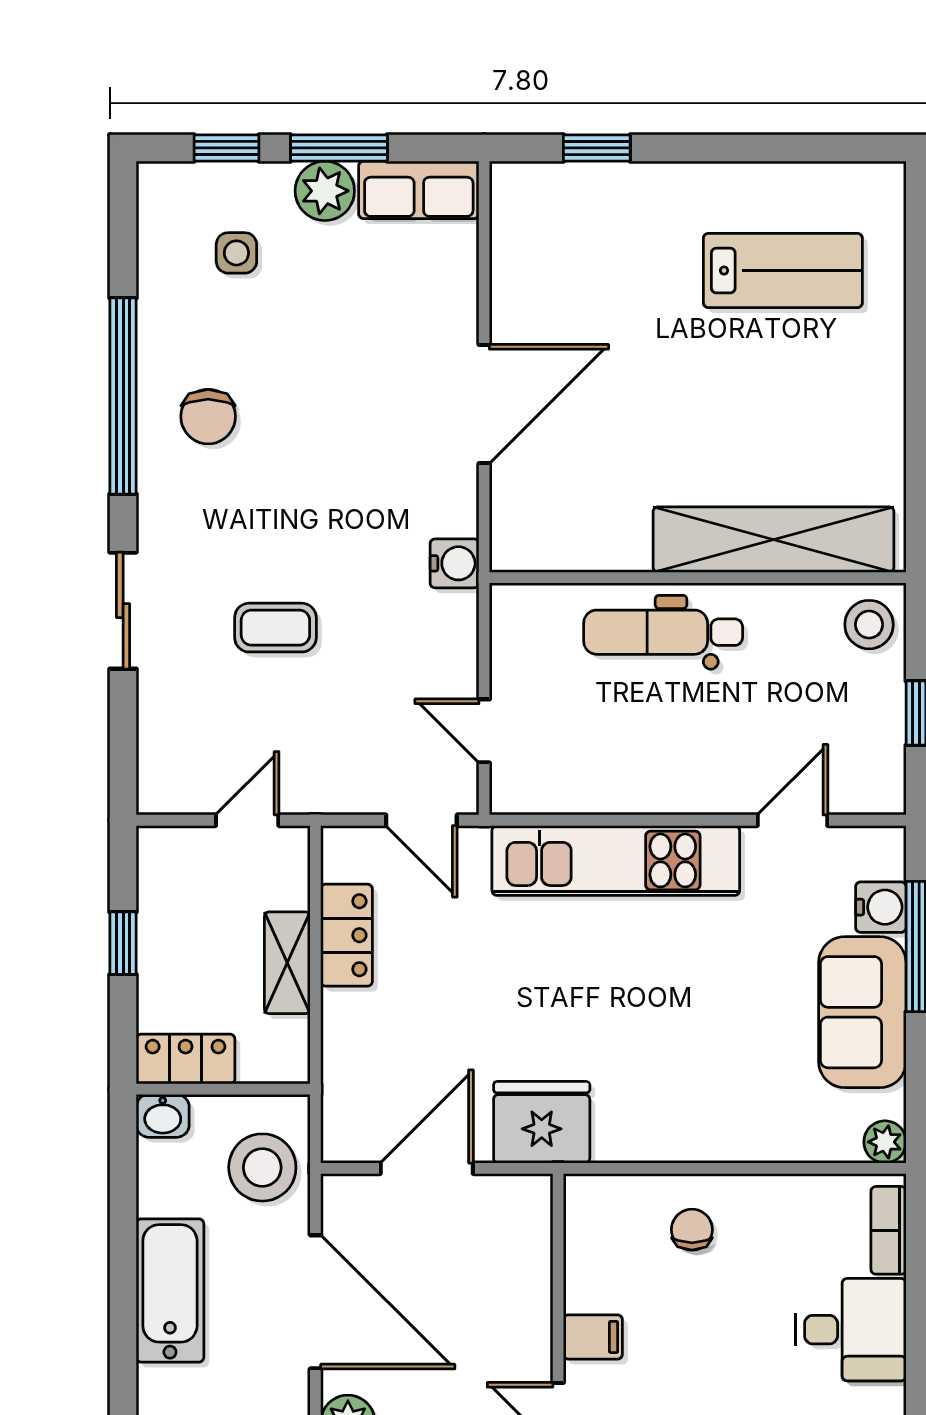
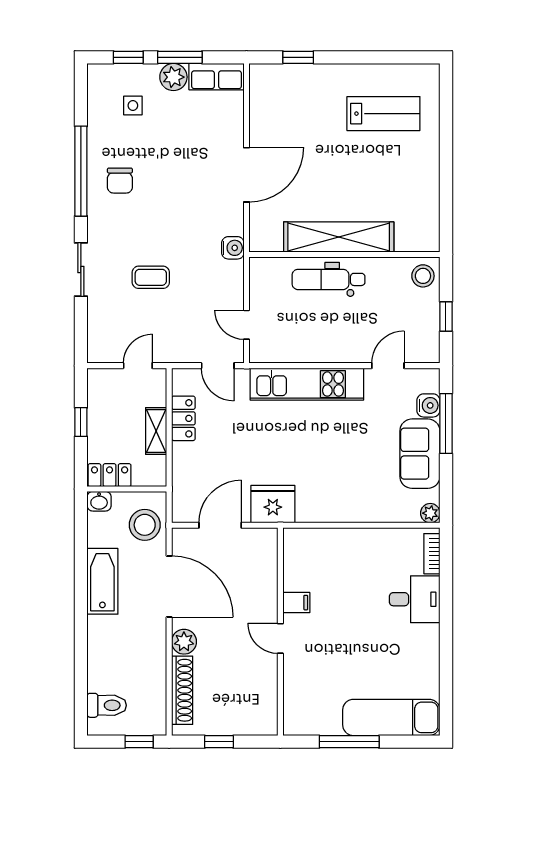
shelving: (774, 540) -> (339, 237), moved
chair: (692, 1230) -> (342, 553), removed

